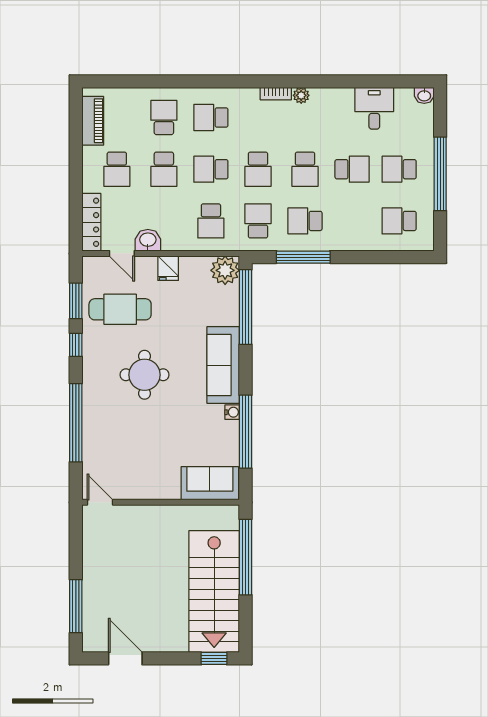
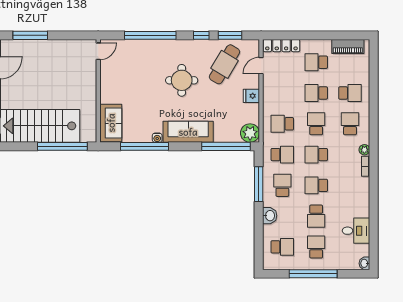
plant: (301, 95) -> (364, 150), moved
school desk: (399, 221) -> (282, 247), turned 90
washbasin: (148, 240) -> (270, 216), moved
cafe table: (120, 309) -> (225, 64), turned 31

